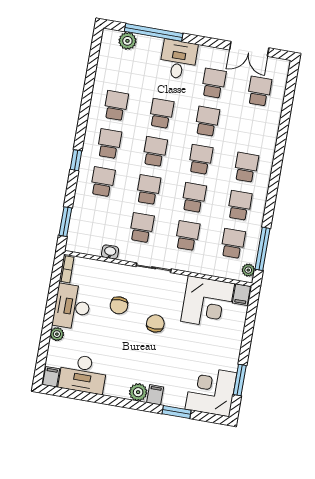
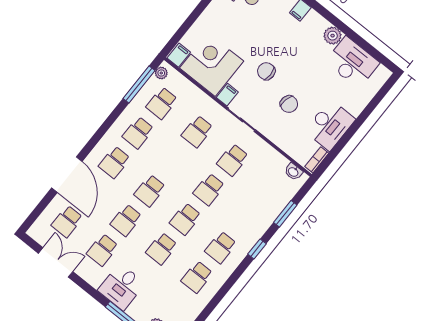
door: (282, 133) -> (67, 175), added
school desk: (103, 182) -> (244, 218), removed
school desk: (194, 198) -> (173, 161), removed
window: (65, 222) -> (285, 214), moved
washbasin: (110, 252) -> (293, 172), moved
chair: (119, 305) -> (289, 104), turned 103
chair: (155, 323) -> (266, 71), turned 90
plant: (57, 334) -> (356, 109), removed
filing cabinet: (51, 377) -> (227, 95), moved, turned 180
plant: (138, 392) -> (333, 36), moved

